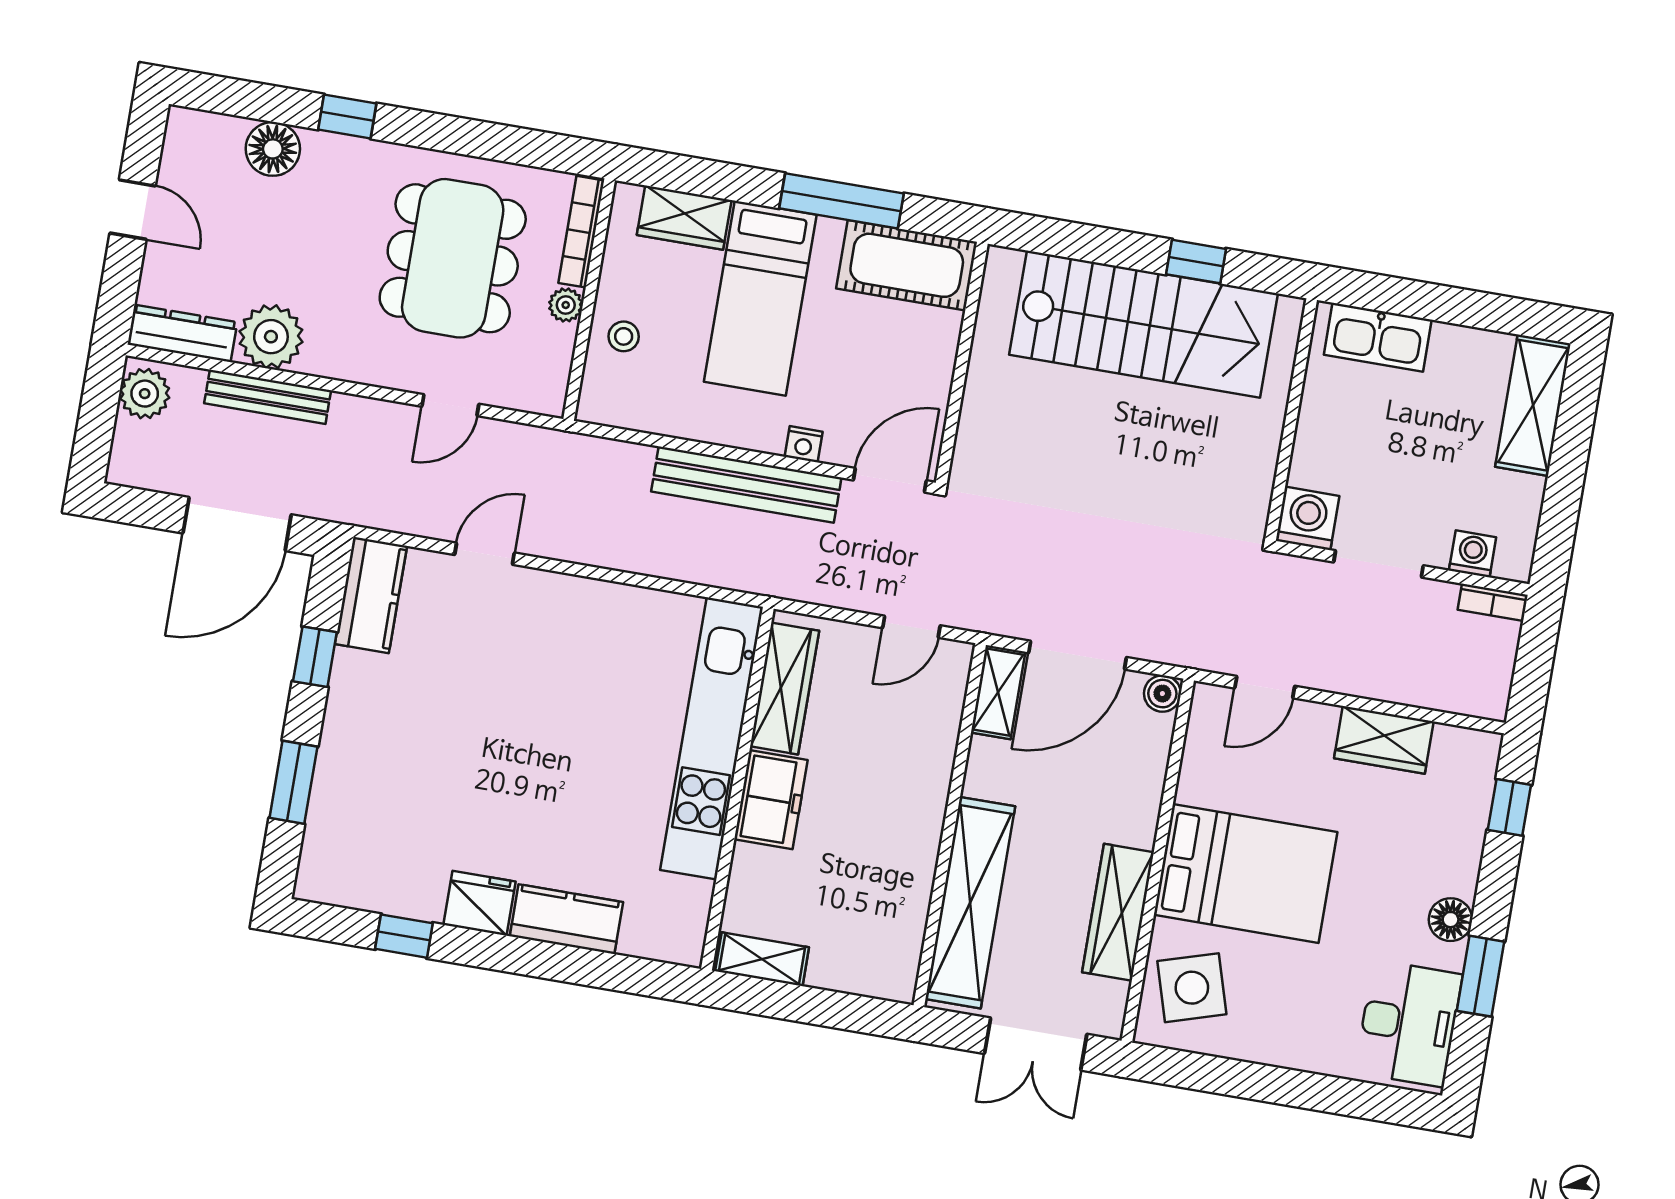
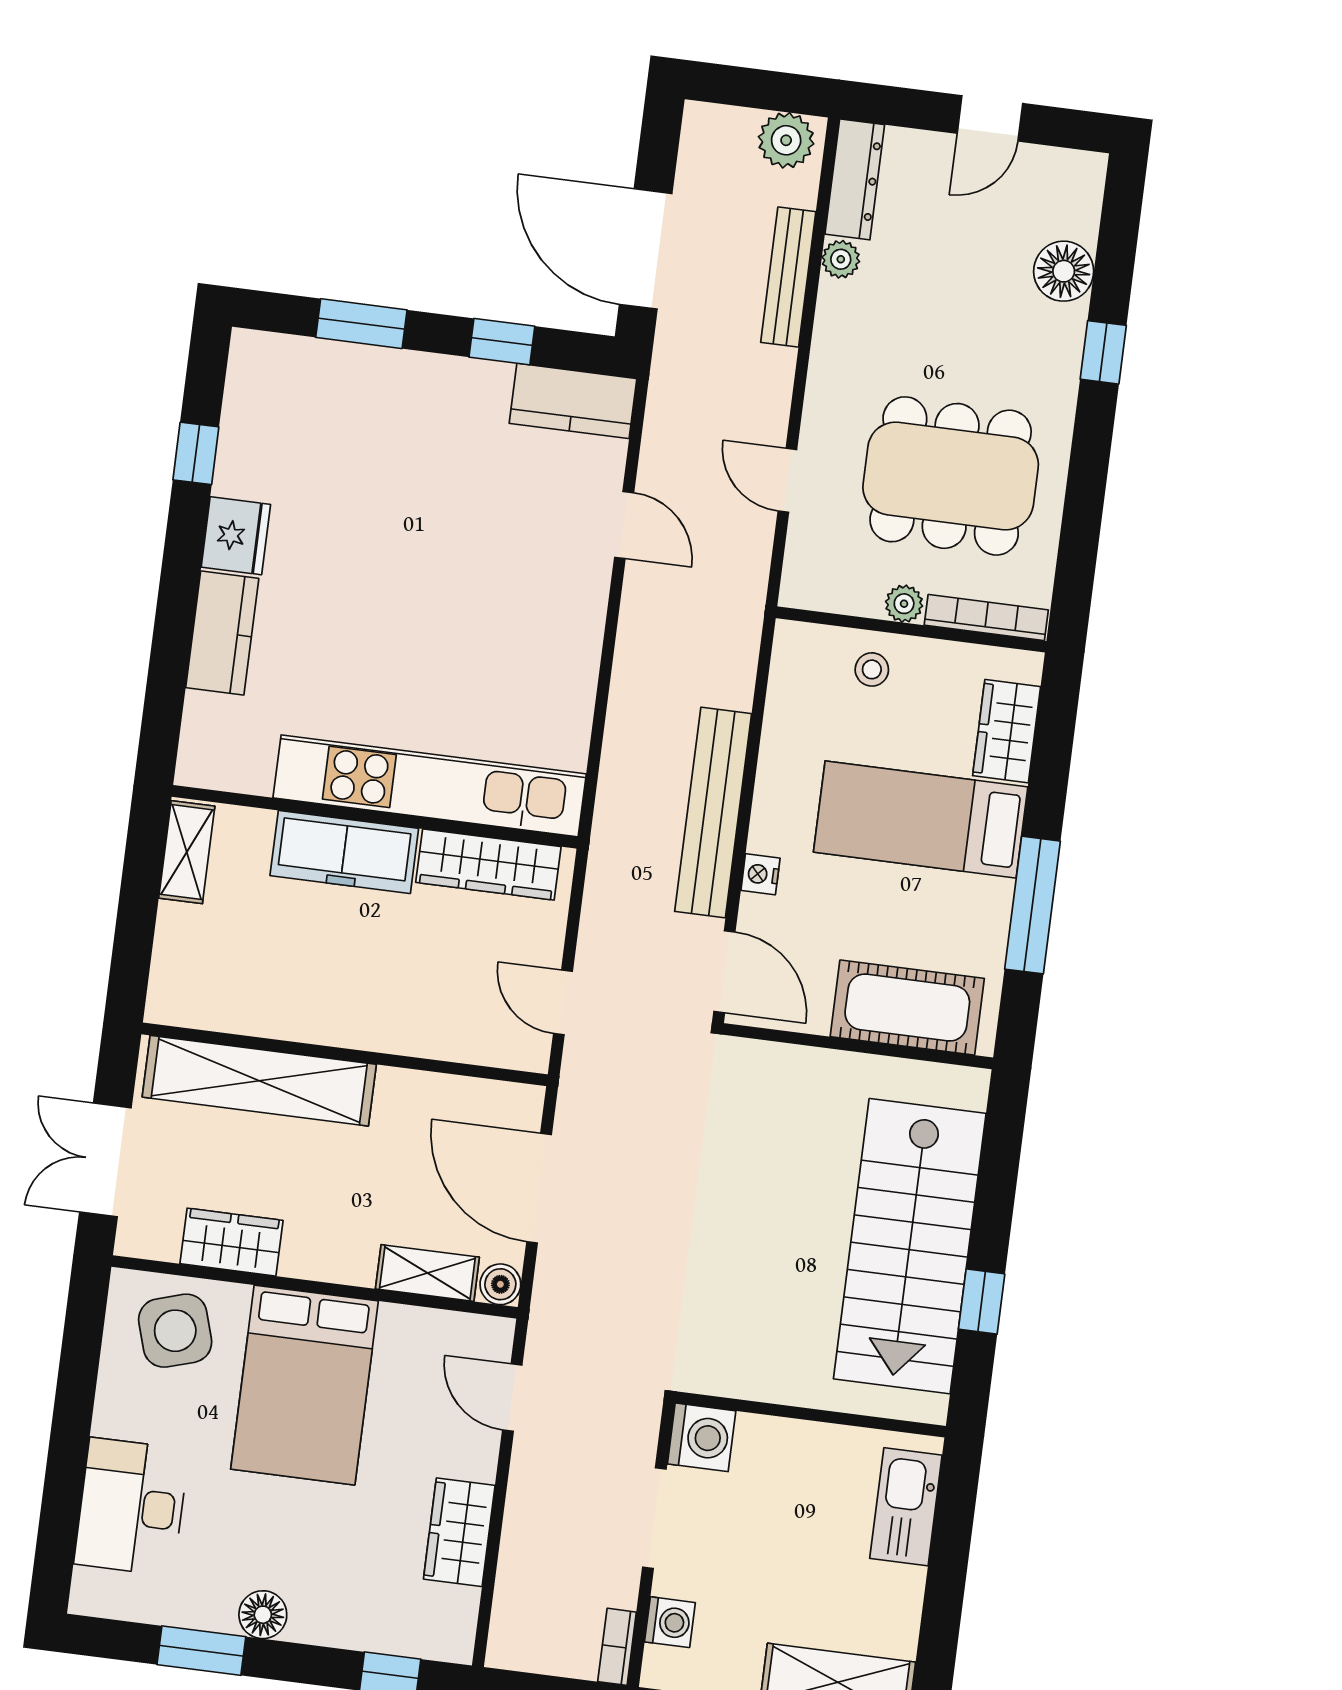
cot: (907, 265) -> (907, 1008), moved, turned 90
plant: (271, 337) -> (841, 259), width x0.53, depth x0.53
shelving: (998, 692) -> (427, 1273), moved
freezer: (771, 800) -> (344, 852), width x1.40
wardrobe: (1118, 912) -> (232, 1242), width x0.67
desk: (1409, 1023) -> (131, 1507), moved, turned 90

